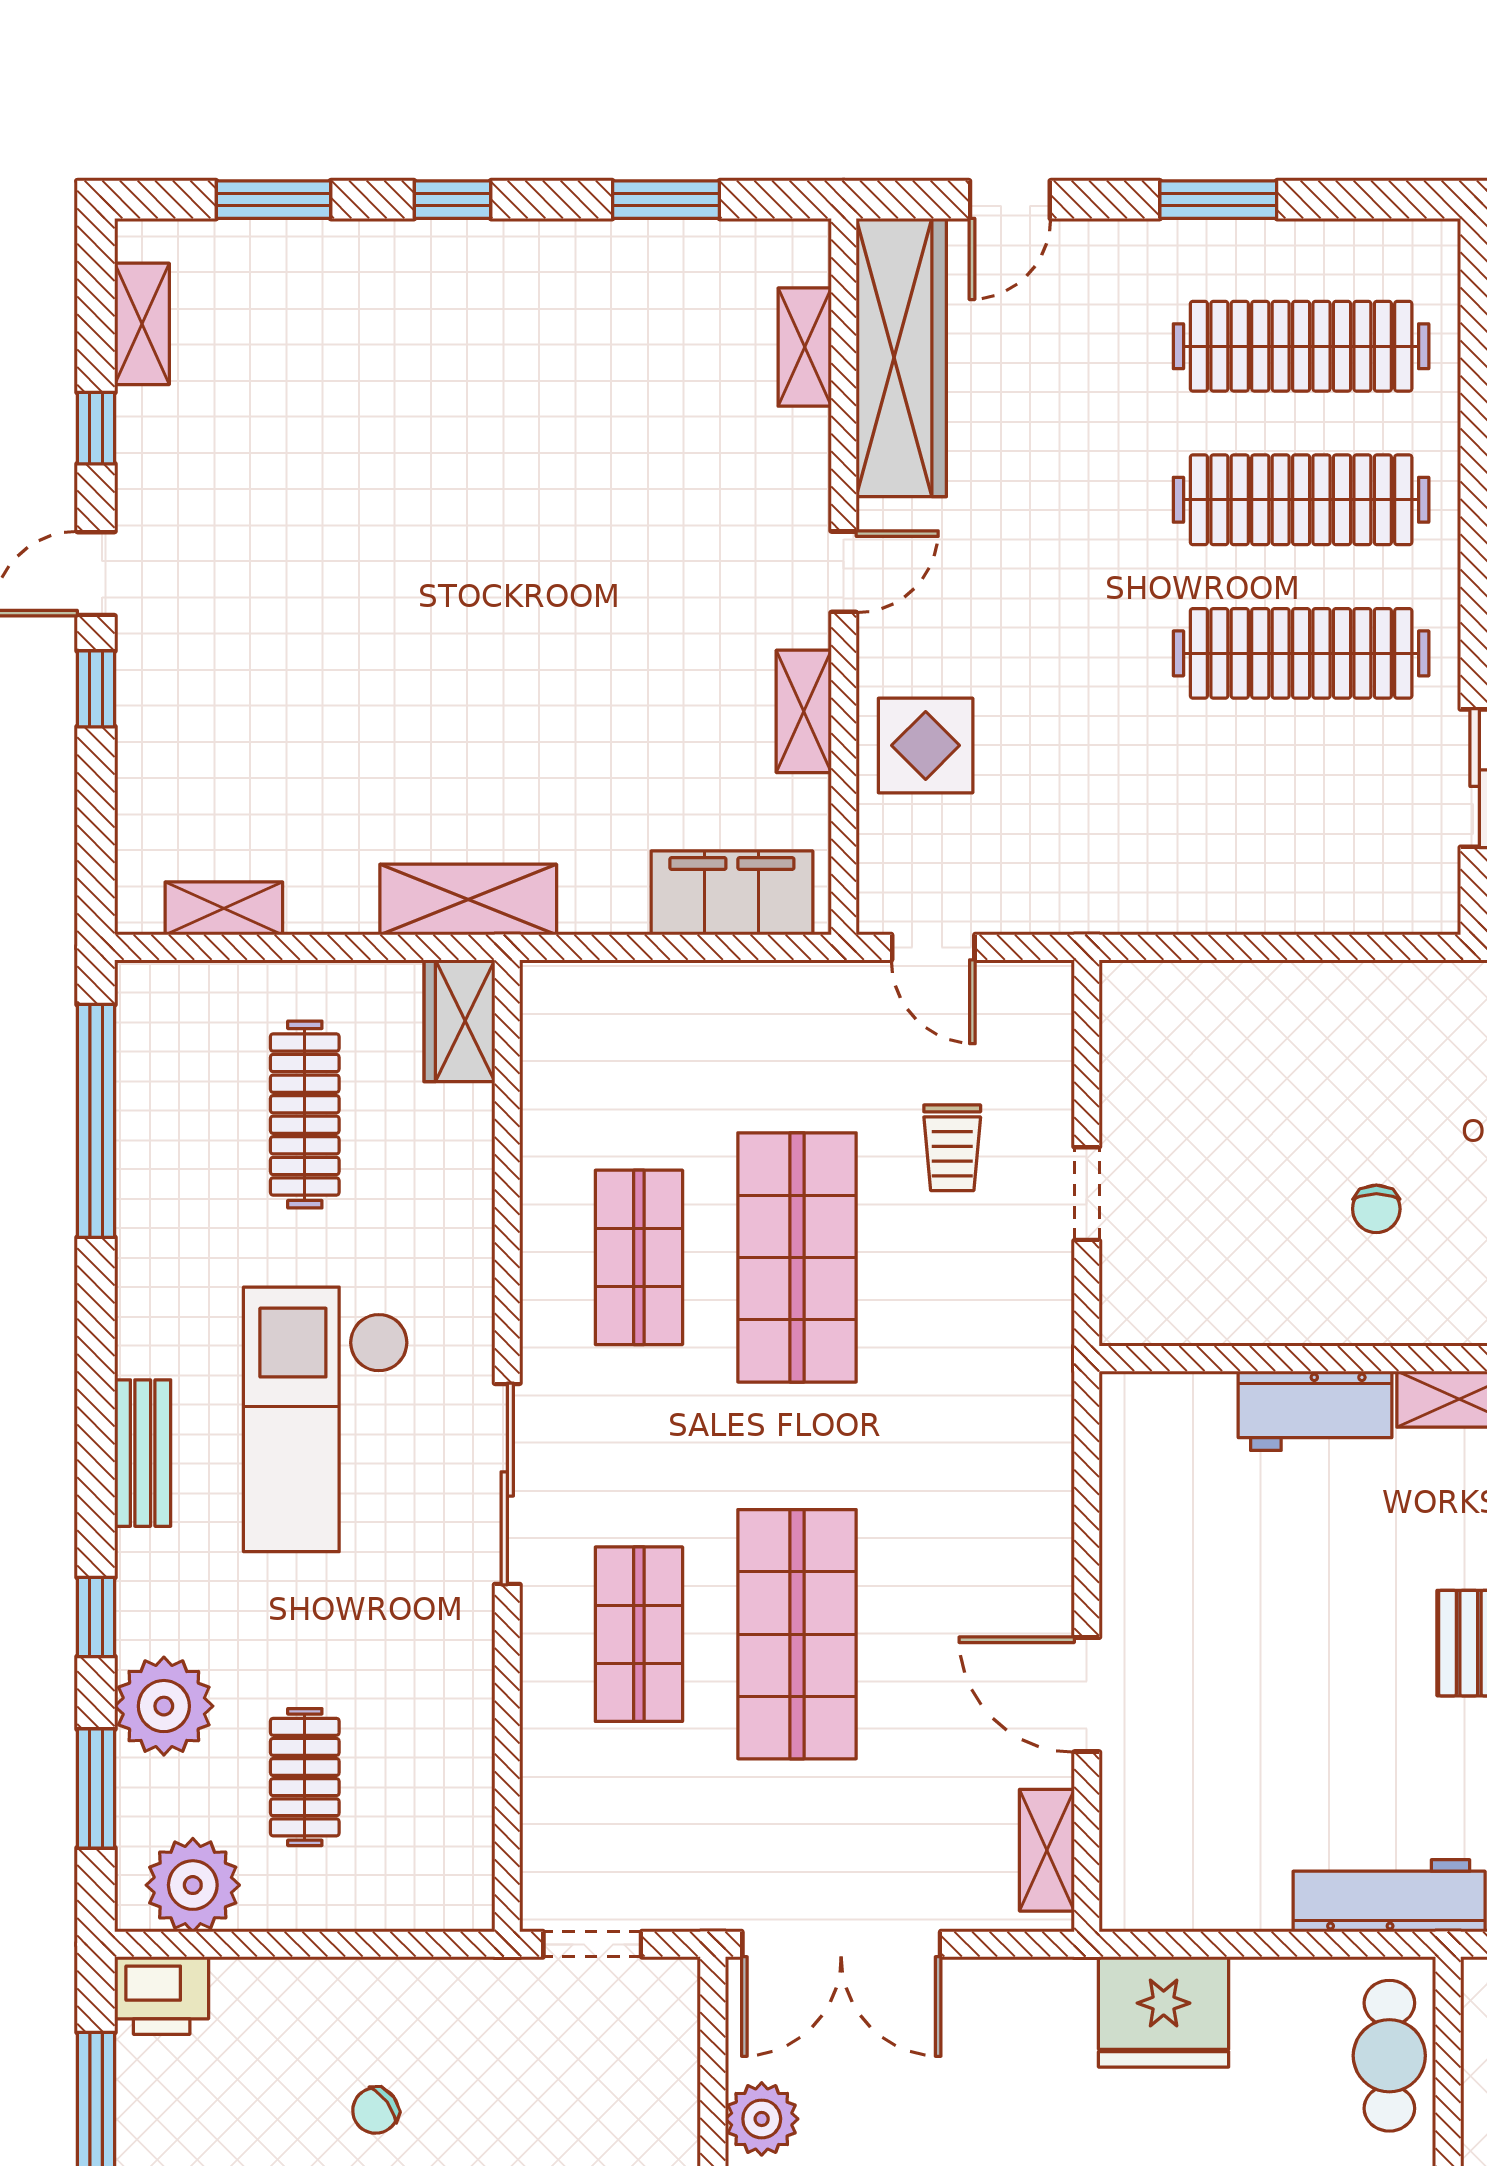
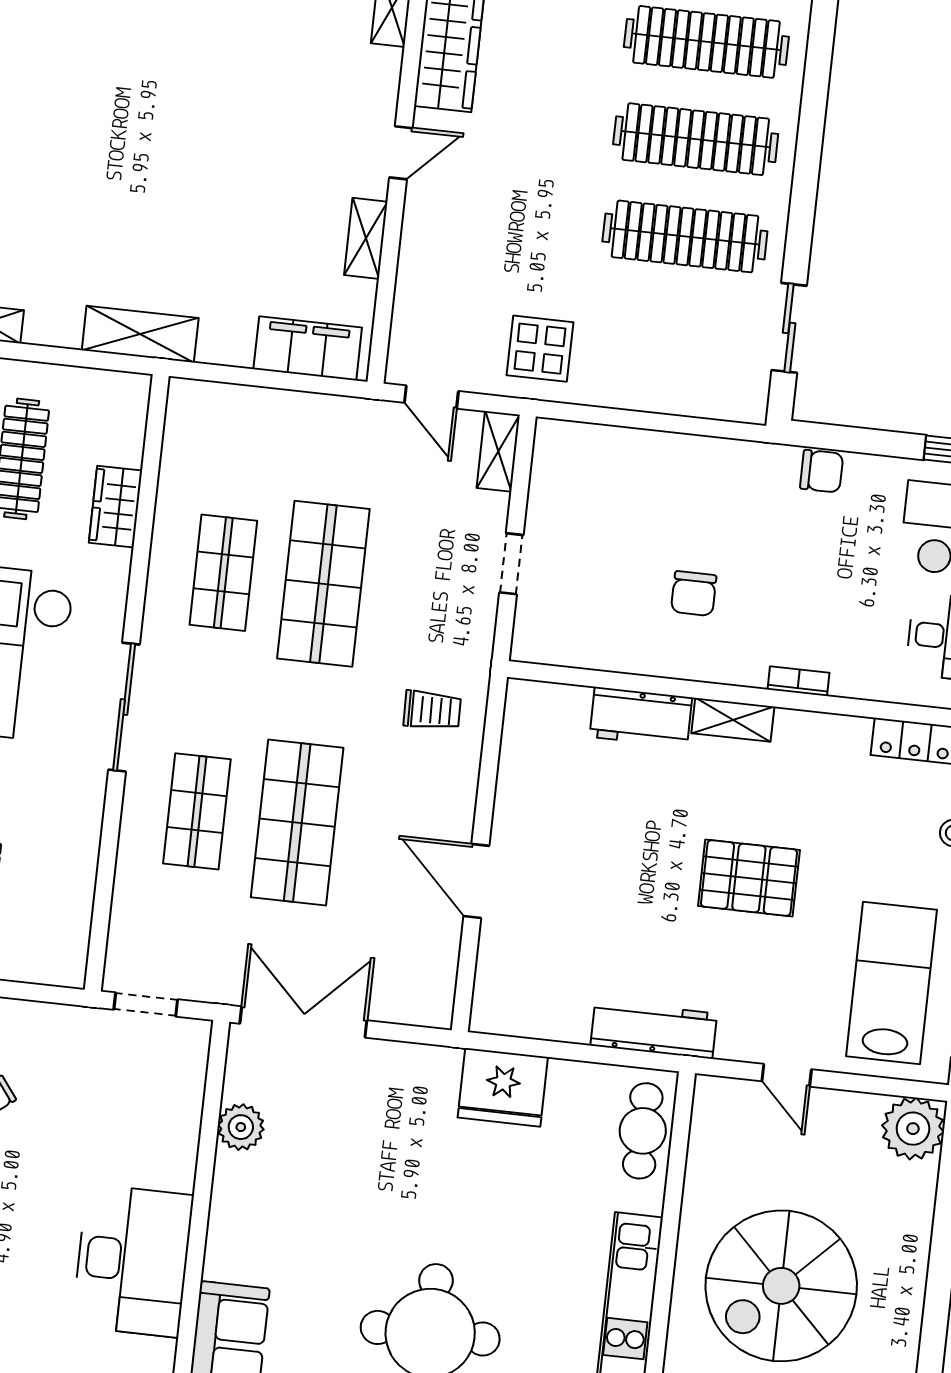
display table: (926, 745) -> (540, 349), moved
wardrobe: (459, 1021) -> (116, 507), moved
trolley: (952, 1148) -> (432, 710), moved, turned -91
chair: (1376, 1209) -> (694, 594), width x1.37, depth x1.37
shelving: (1047, 1850) -> (498, 451), moved
double door: (841, 1944) -> (303, 1022), swing flipped

